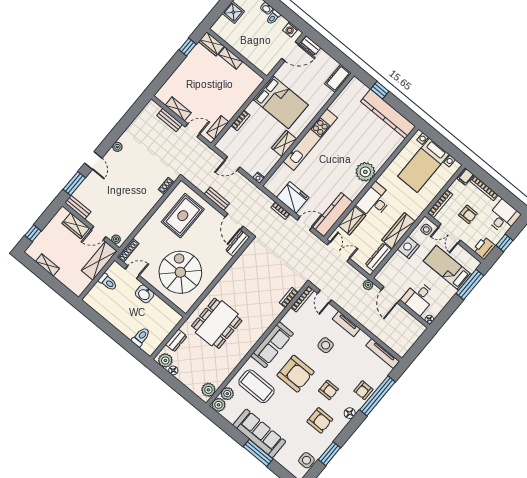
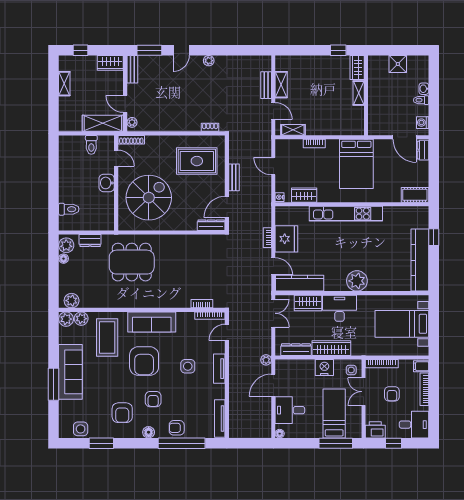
wardrobe: (284, 144) -> (304, 195), moved
wardrobe: (76, 226) -> (110, 63), moved, turned -90

